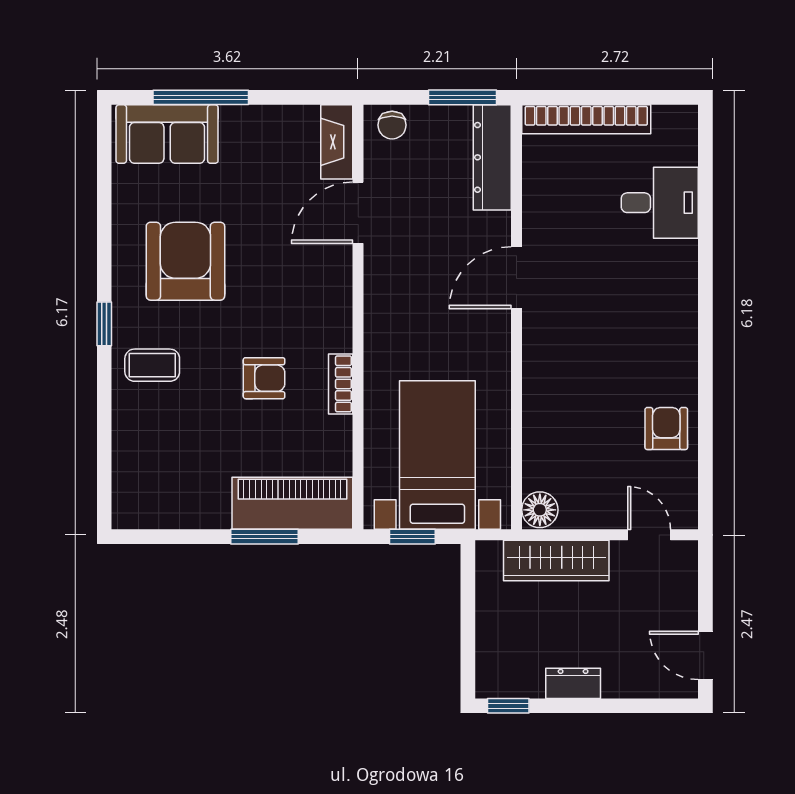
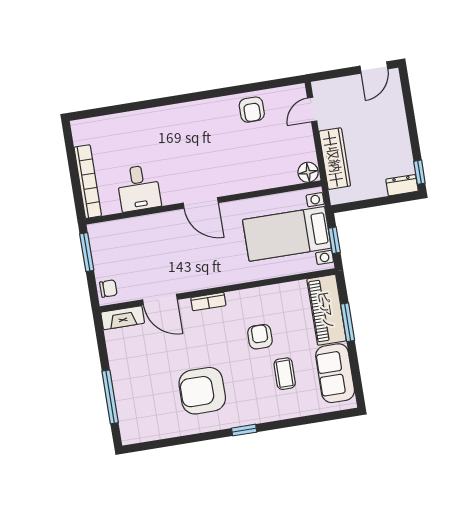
sofa: (167, 134) -> (335, 373), moved, turned 180
dresser: (492, 157) -> (117, 230), removed
desk: (660, 203) -> (139, 188), moved, turned 180
door: (516, 278) -> (201, 203), moved
coffee table: (152, 365) -> (285, 374), moved
bookcase: (341, 384) -> (208, 302), moved
armchair: (666, 429) -> (252, 110), turned -90
dresser: (573, 683) -> (402, 185), moved, turned 90

